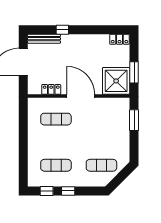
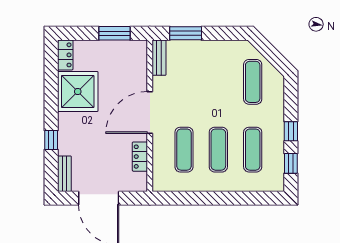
bench: (44, 39) -> (64, 174), width x0.73
shower: (116, 81) -> (78, 92), moved
bench: (118, 102) -> (159, 58), added
exercise mat: (56, 142) -> (218, 150), added

